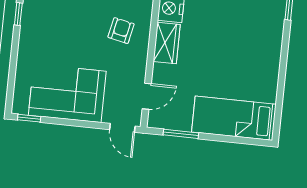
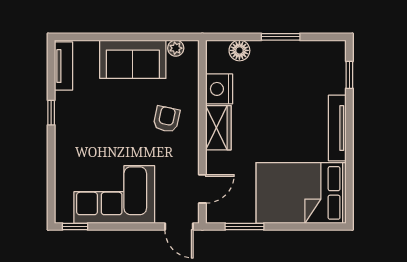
tv unit: (273, 54) -> (337, 128), added
bed: (234, 118) -> (301, 193), width x1.50

